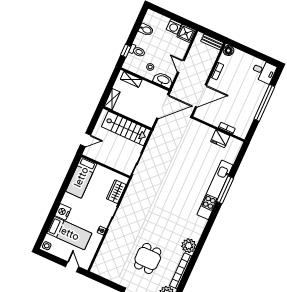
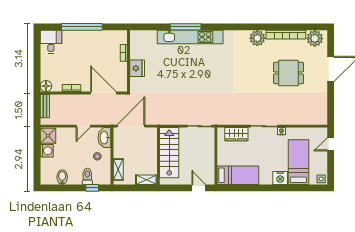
door: (163, 107) -> (131, 126), hinge flipped
fridge: (220, 139) -> (137, 68), moved

